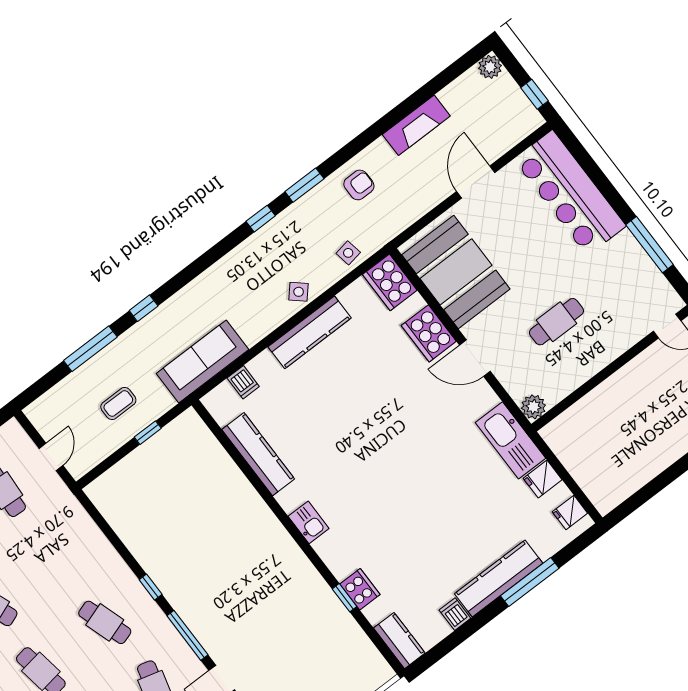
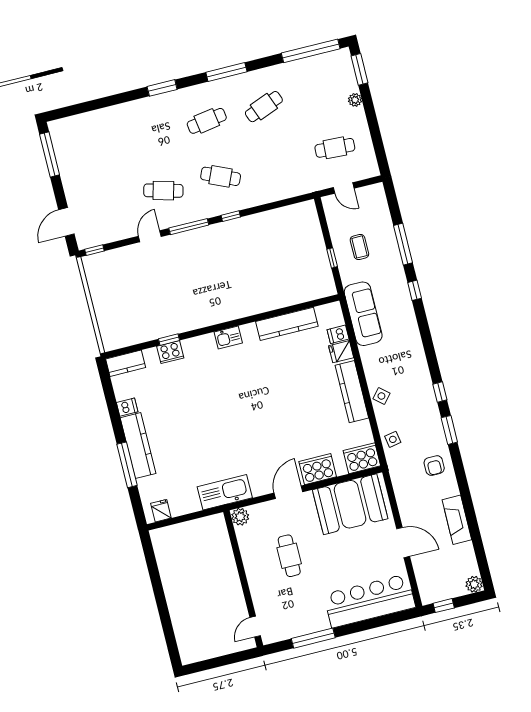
fridge: (543, 479) -> (341, 352), moved, turned -90
cafe table: (105, 622) -> (221, 176), turned 42

